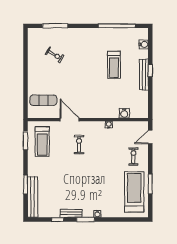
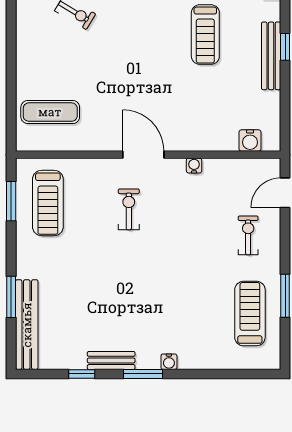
water cooler: (124, 113) -> (250, 141), moved
door: (70, 120) -> (143, 155), moved
treadmill: (134, 192) -> (250, 314), width x0.73, depth x0.73

